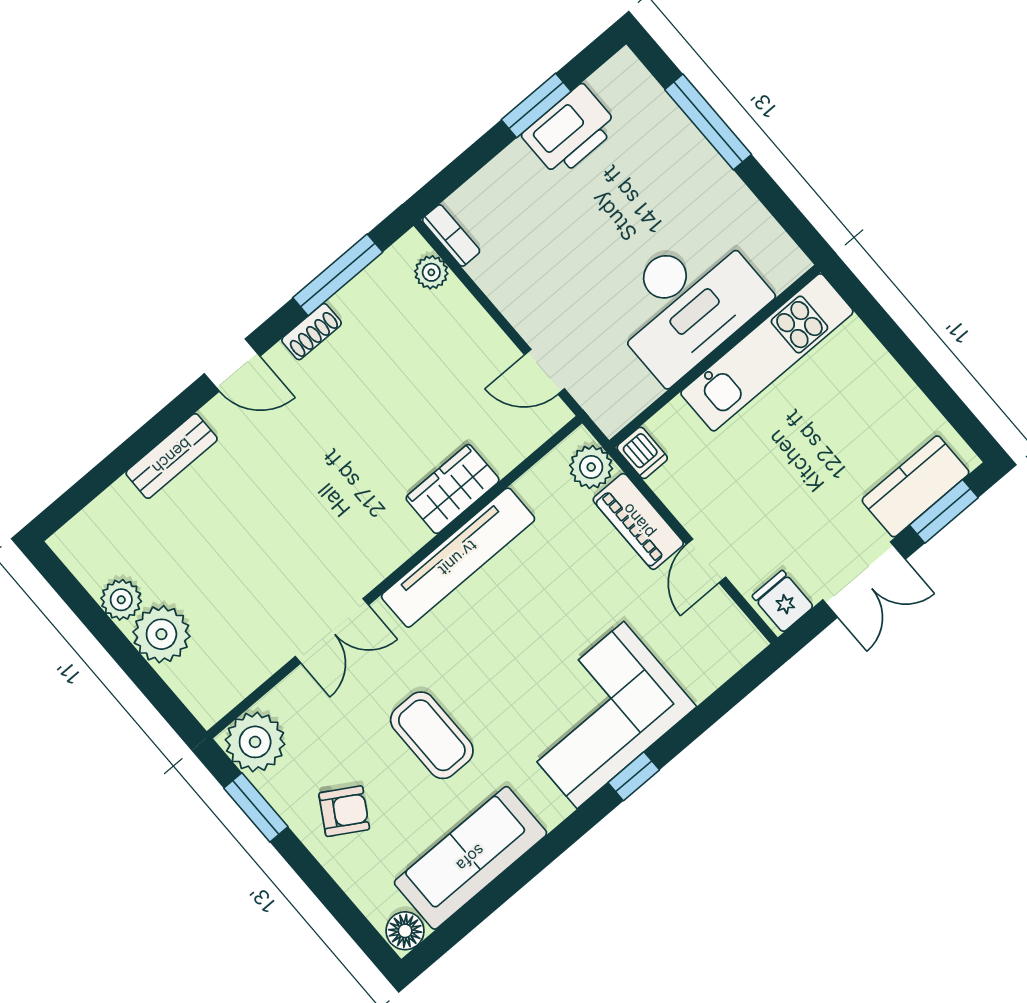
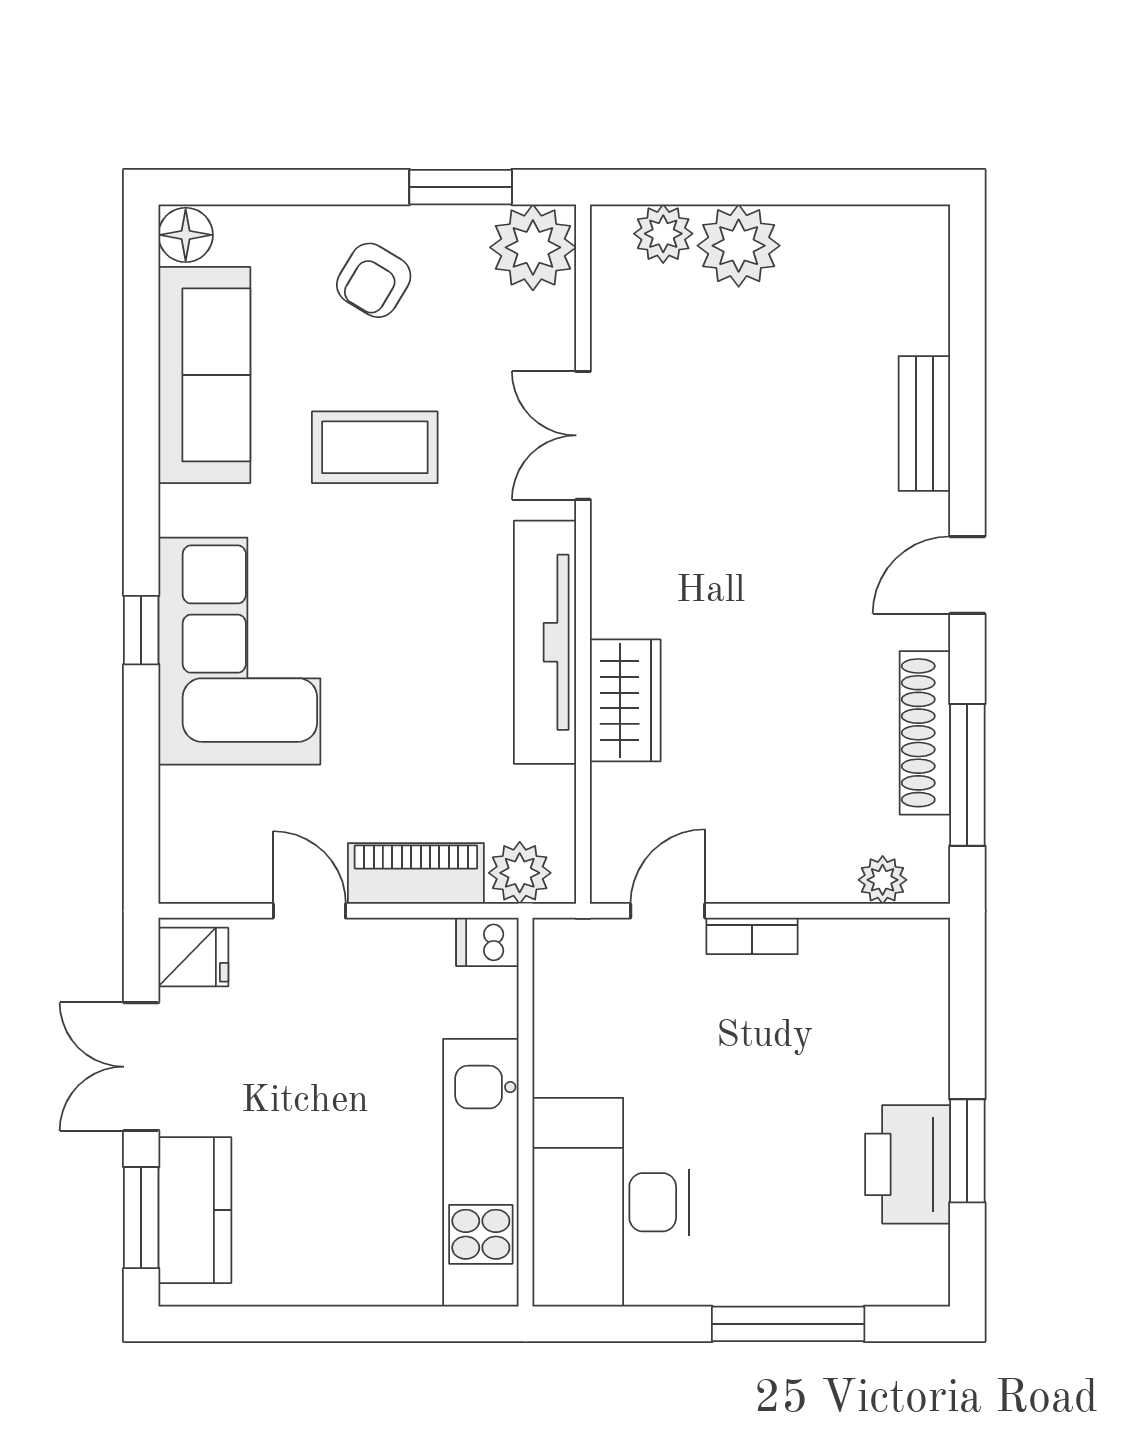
bookcase: (451, 235) -> (752, 936), moved
desk: (687, 302) -> (611, 1202), moved
shoe rack: (312, 332) -> (925, 733), width x1.94, depth x1.24
plant: (121, 600) -> (663, 234), moved

